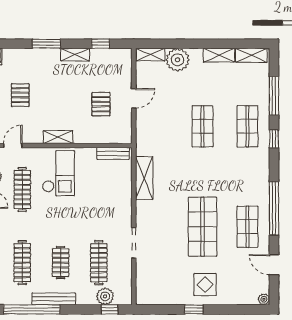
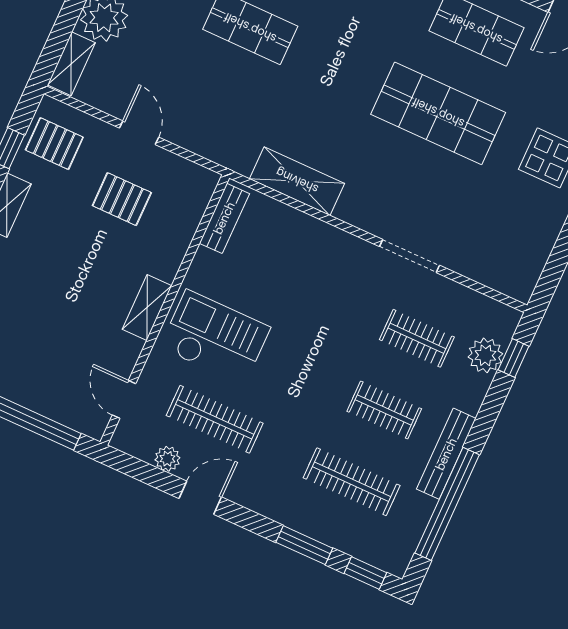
pallet: (20, 95) -> (54, 144), moved
clothes rail: (99, 263) -> (417, 338), width x0.73

